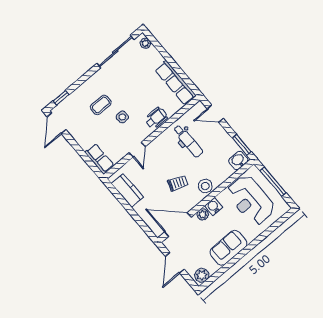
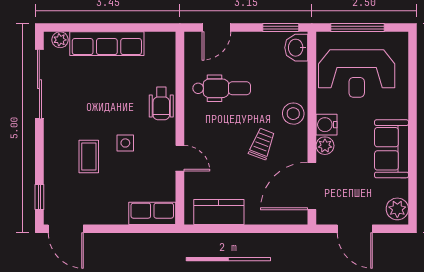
row of seats: (176, 83) -> (107, 44), moved
wheelchair: (156, 118) -> (161, 103), turned 180

